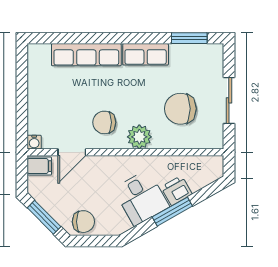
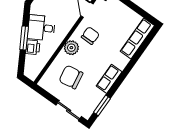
row of seats: (86, 55) -> (137, 38), moved
sliding door: (229, 100) -> (69, 111), moved
chair: (180, 109) -> (71, 77), turned -99

